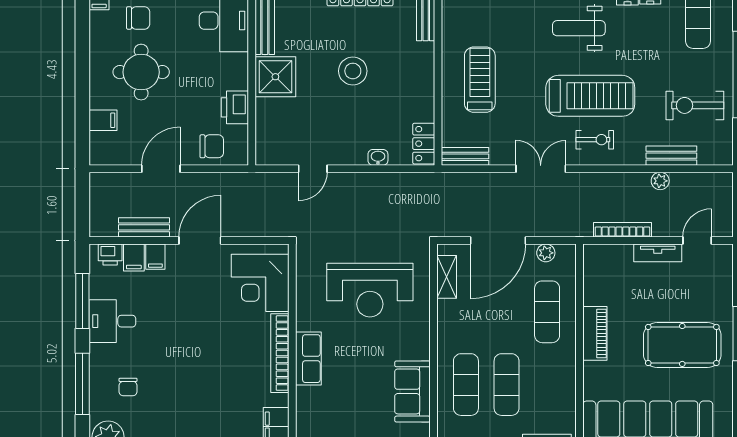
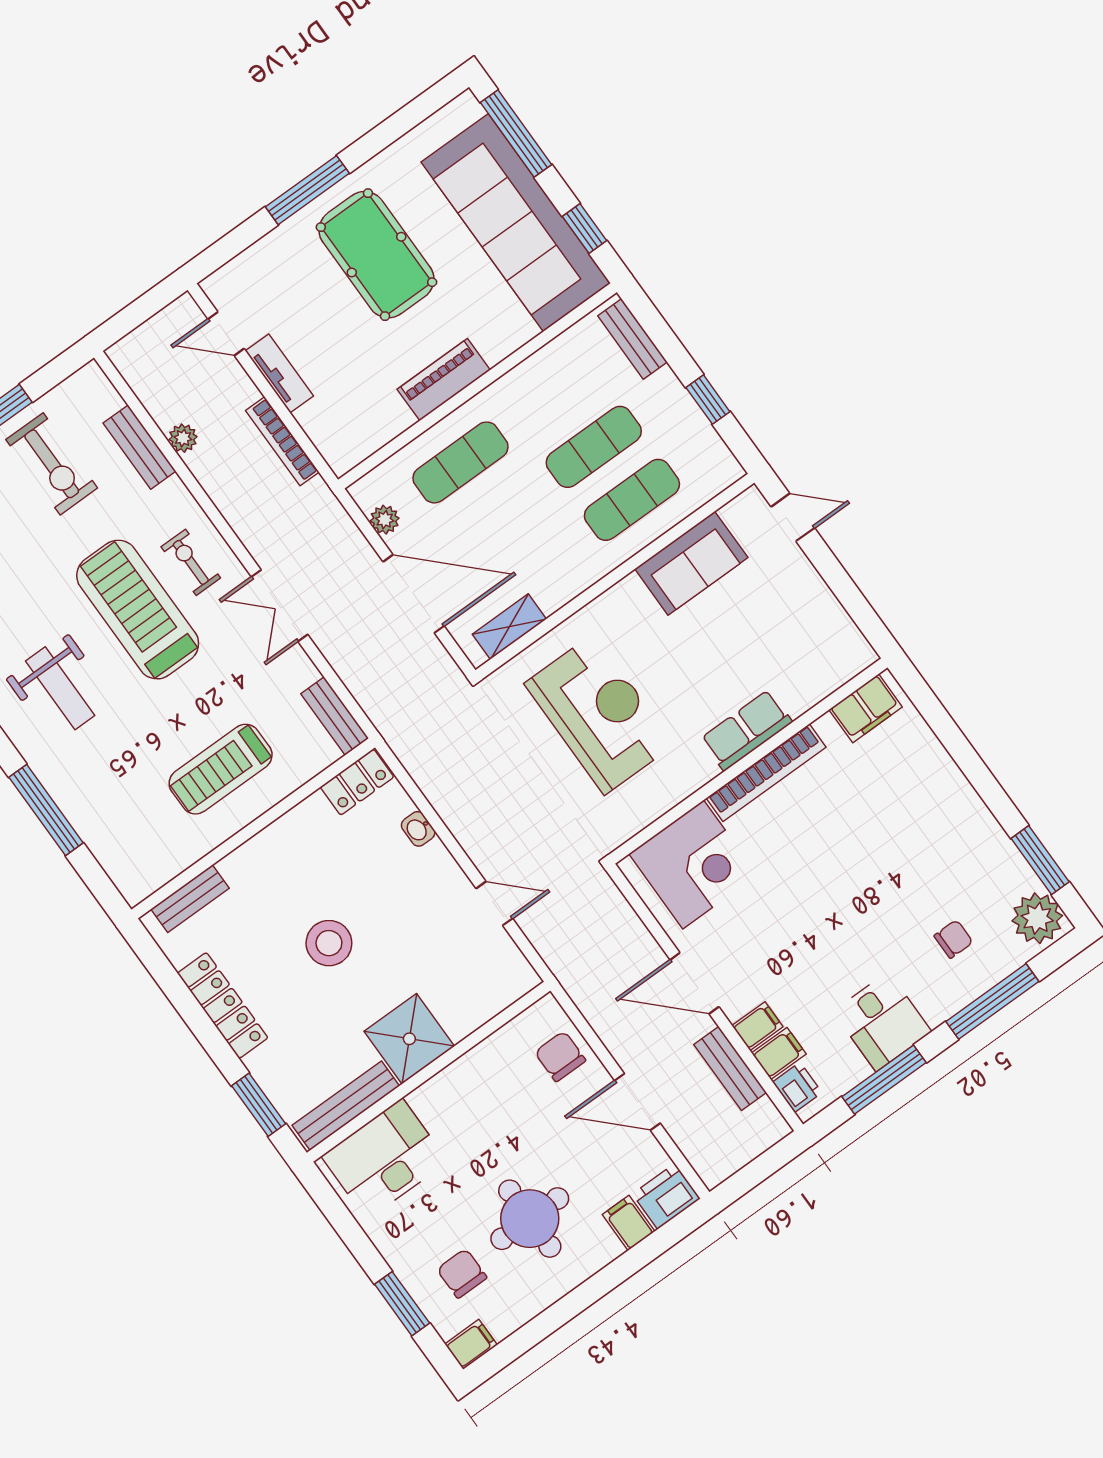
printer: (235, 107) -> (666, 1196), moved, turned 180

